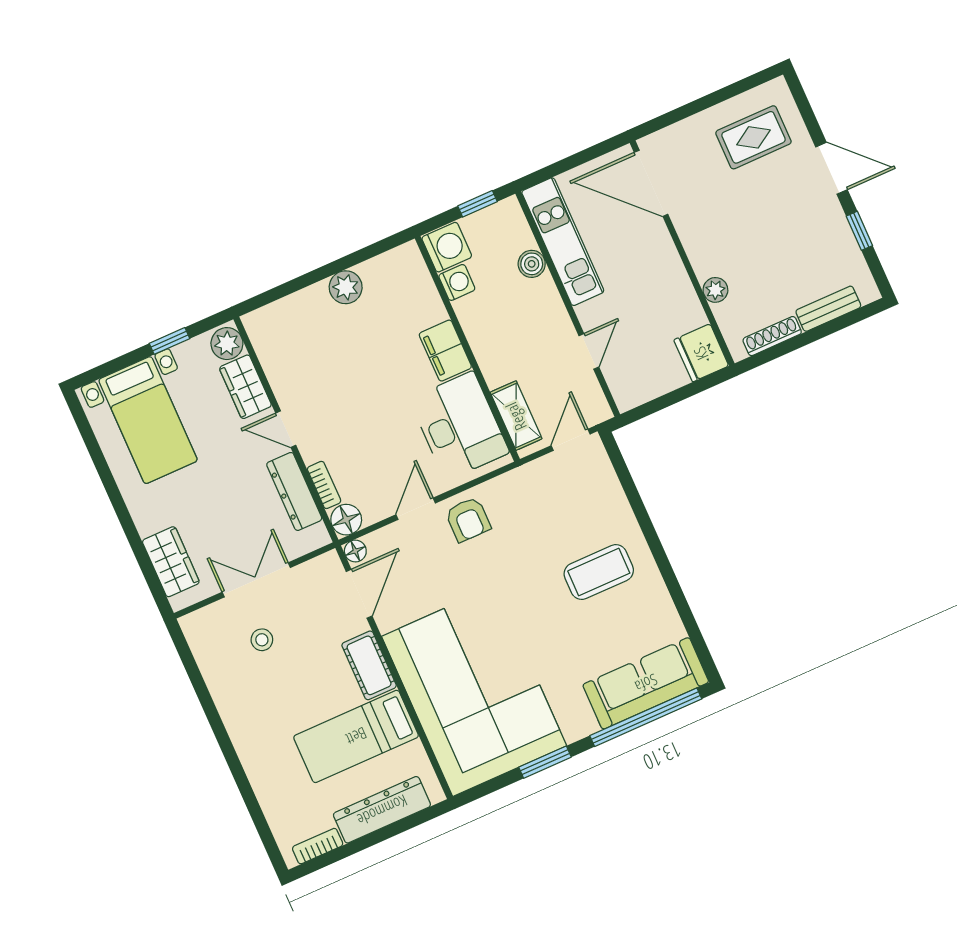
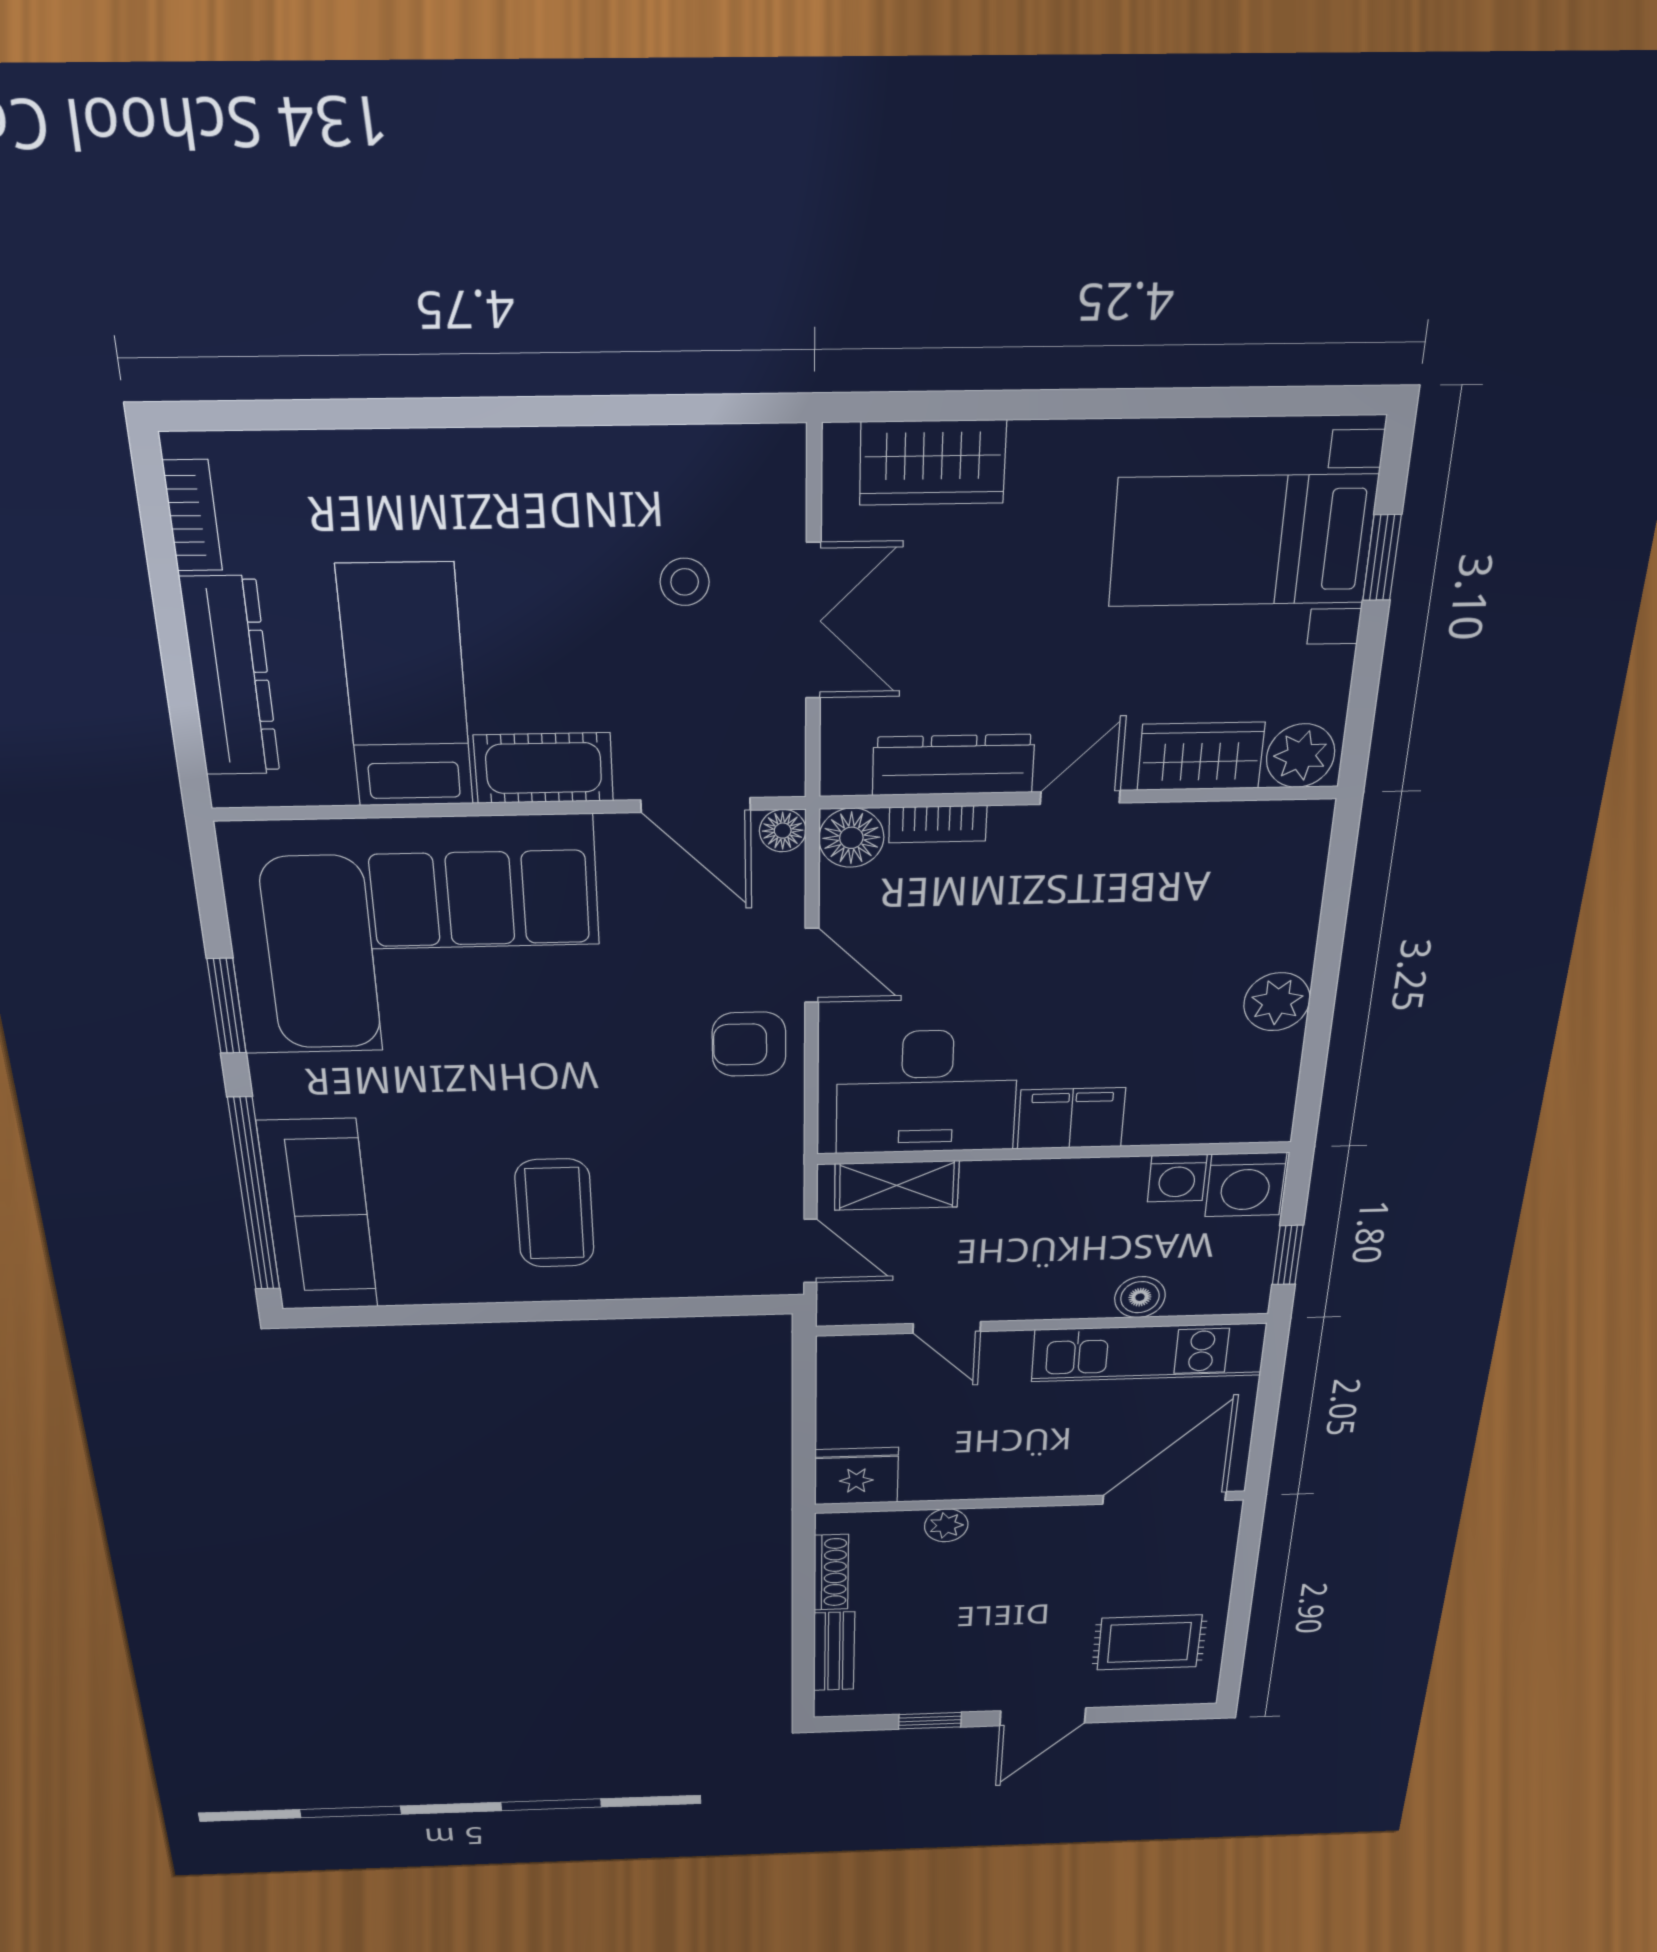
rug: (753, 137) -> (1149, 1642), turned 90
window: (170, 341) -> (1382, 558), moved

